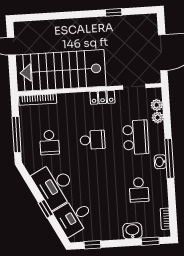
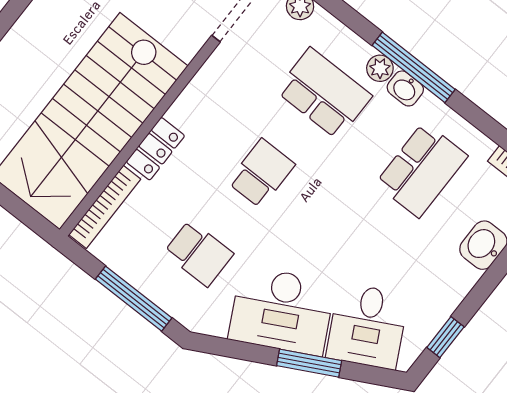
locker: (102, 97) -> (155, 149), moved
plant: (158, 117) -> (380, 68), moved
school desk: (139, 190) -> (421, 170), width x1.85
window: (46, 209) -> (309, 363), width x1.50

